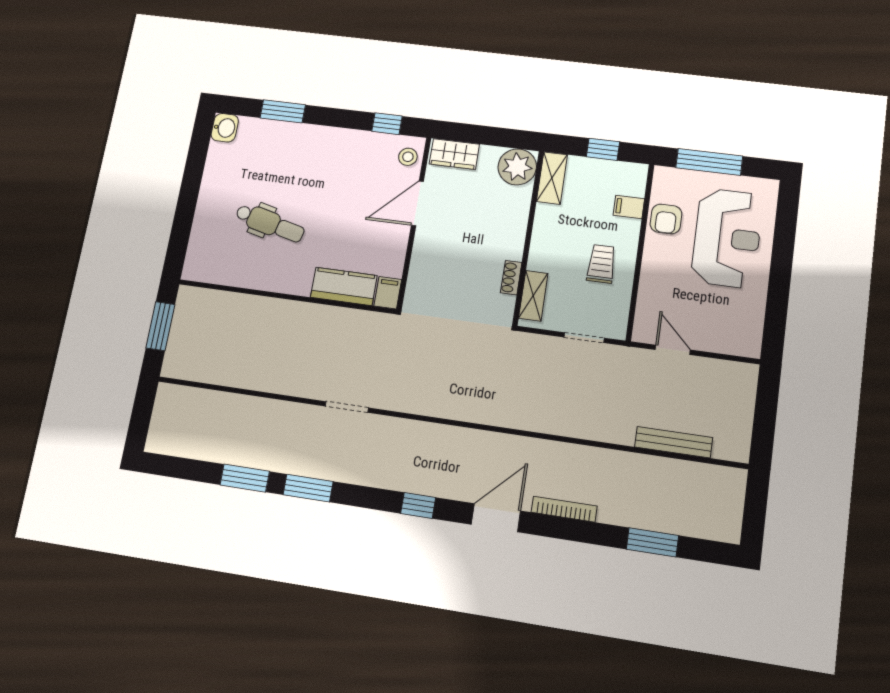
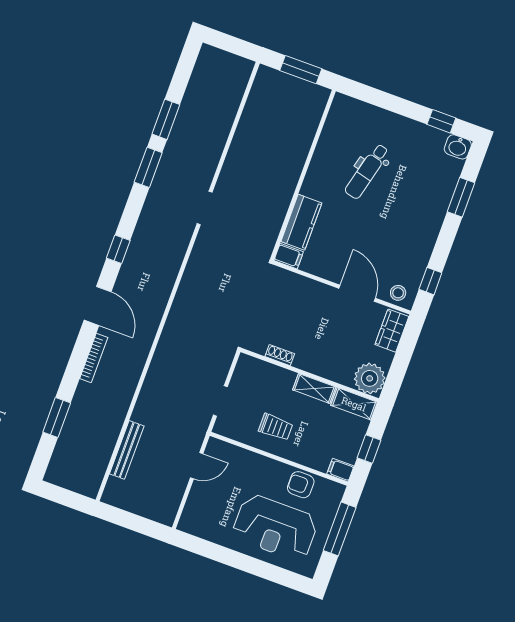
window: (198, 152) -> (441, 121), added
filing cabinet: (629, 207) -> (340, 470), moved, turned -90
shelving: (533, 296) -> (314, 388), moved

